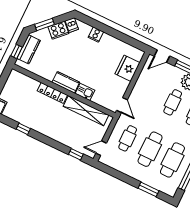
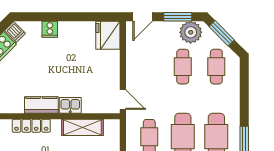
fridge: (127, 68) -> (108, 35), moved
shelving: (86, 111) -> (82, 127), width x0.68

